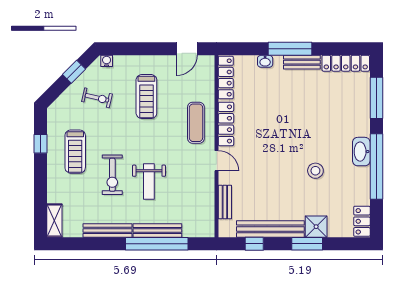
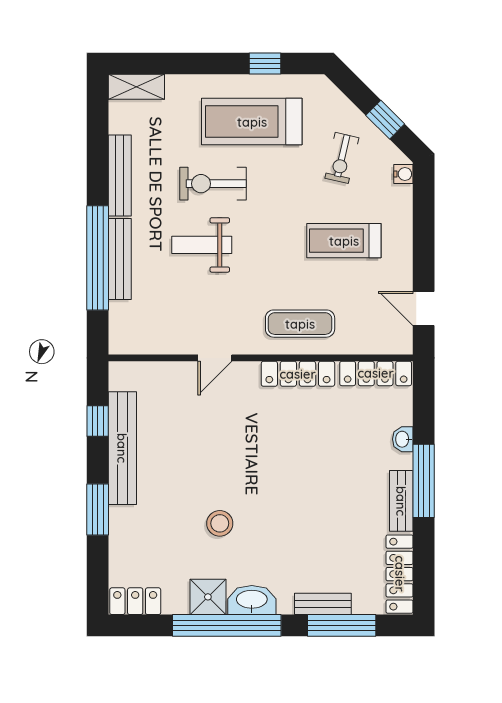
treadmill: (75, 152) -> (252, 122), width x1.37, depth x1.38
door: (216, 161) -> (215, 358), moved
bench: (225, 202) -> (323, 604), moved
shower: (316, 227) -> (208, 597), moved

